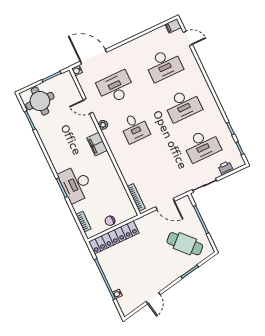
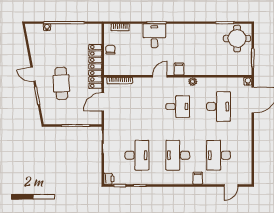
filing cabinet: (173, 26) -> (198, 178), moved
door: (88, 106) -> (160, 76), moved
desk: (135, 128) -> (178, 107), turned 180
filing cabinet: (97, 144) -> (179, 69), width x0.50
desk: (202, 145) -> (137, 155), turned 180
printer: (226, 168) -> (109, 179), moved
desk: (76, 184) -> (154, 36), width x0.73
locker: (114, 237) -> (95, 66), moved
cafe table: (185, 244) -> (61, 83), moved, turned -50
door: (153, 298) -> (33, 74), moved

